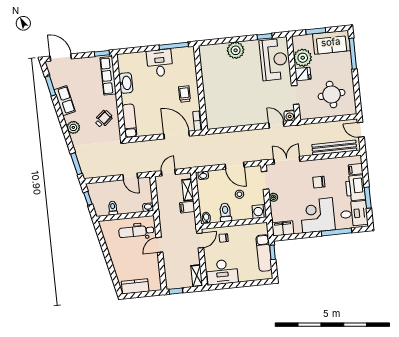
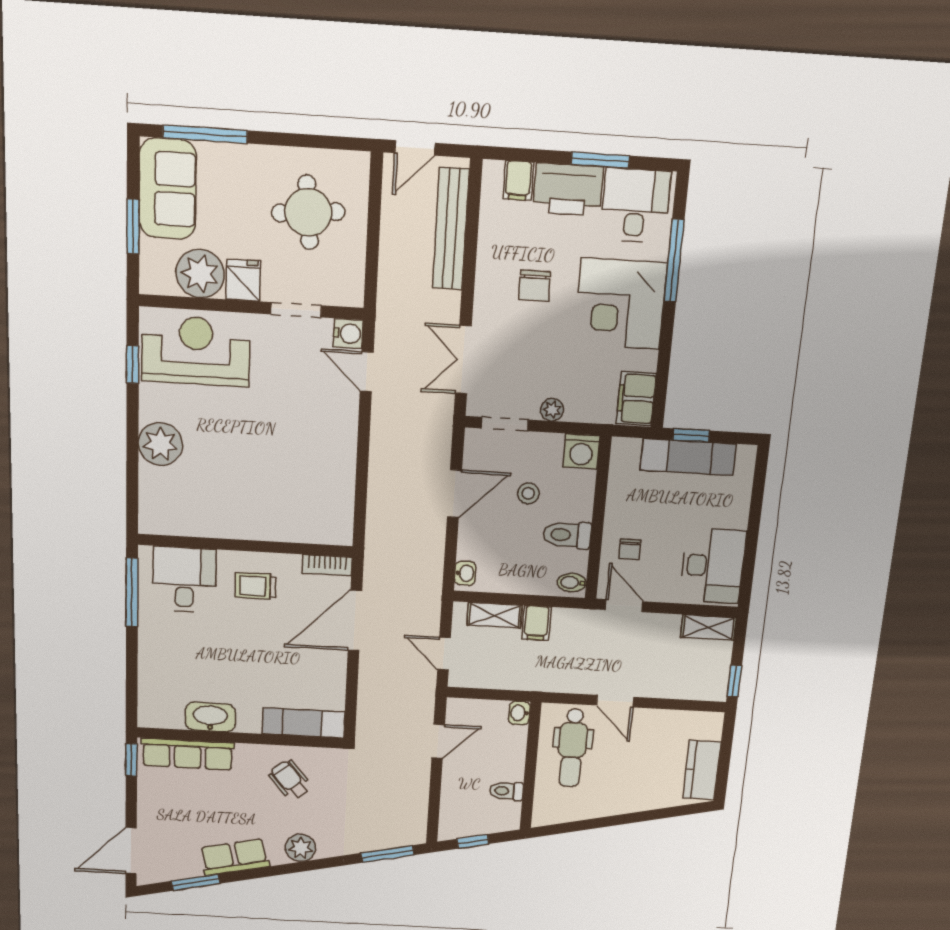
desk: (160, 63) -> (184, 580), moved, turned 90
door: (276, 125) -> (367, 372), hinge flipped

